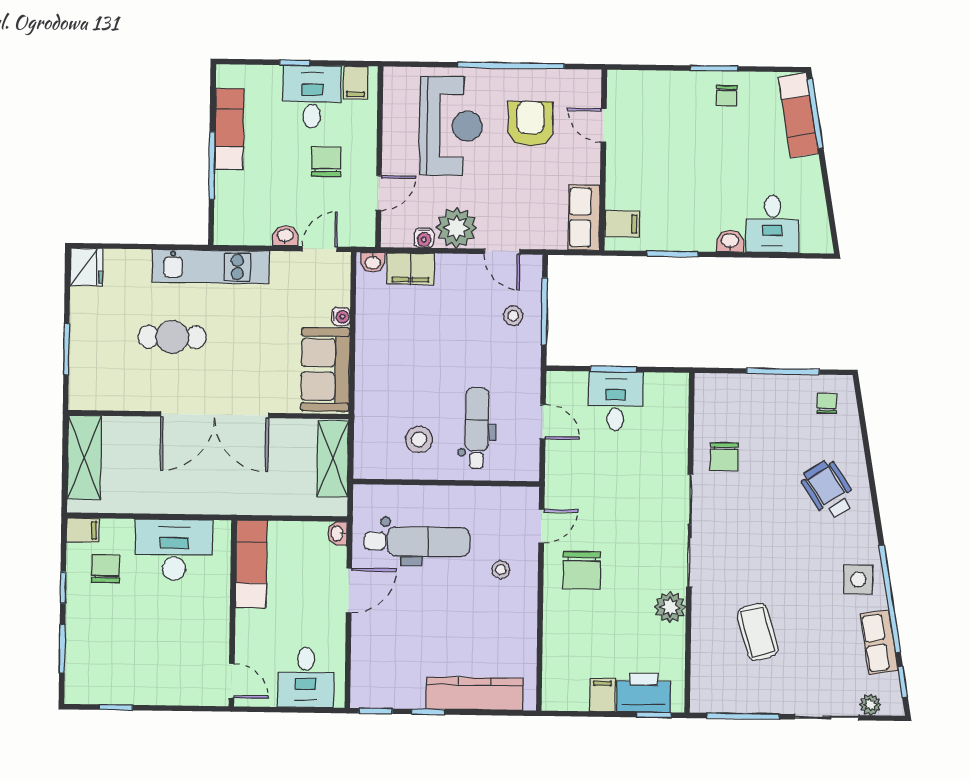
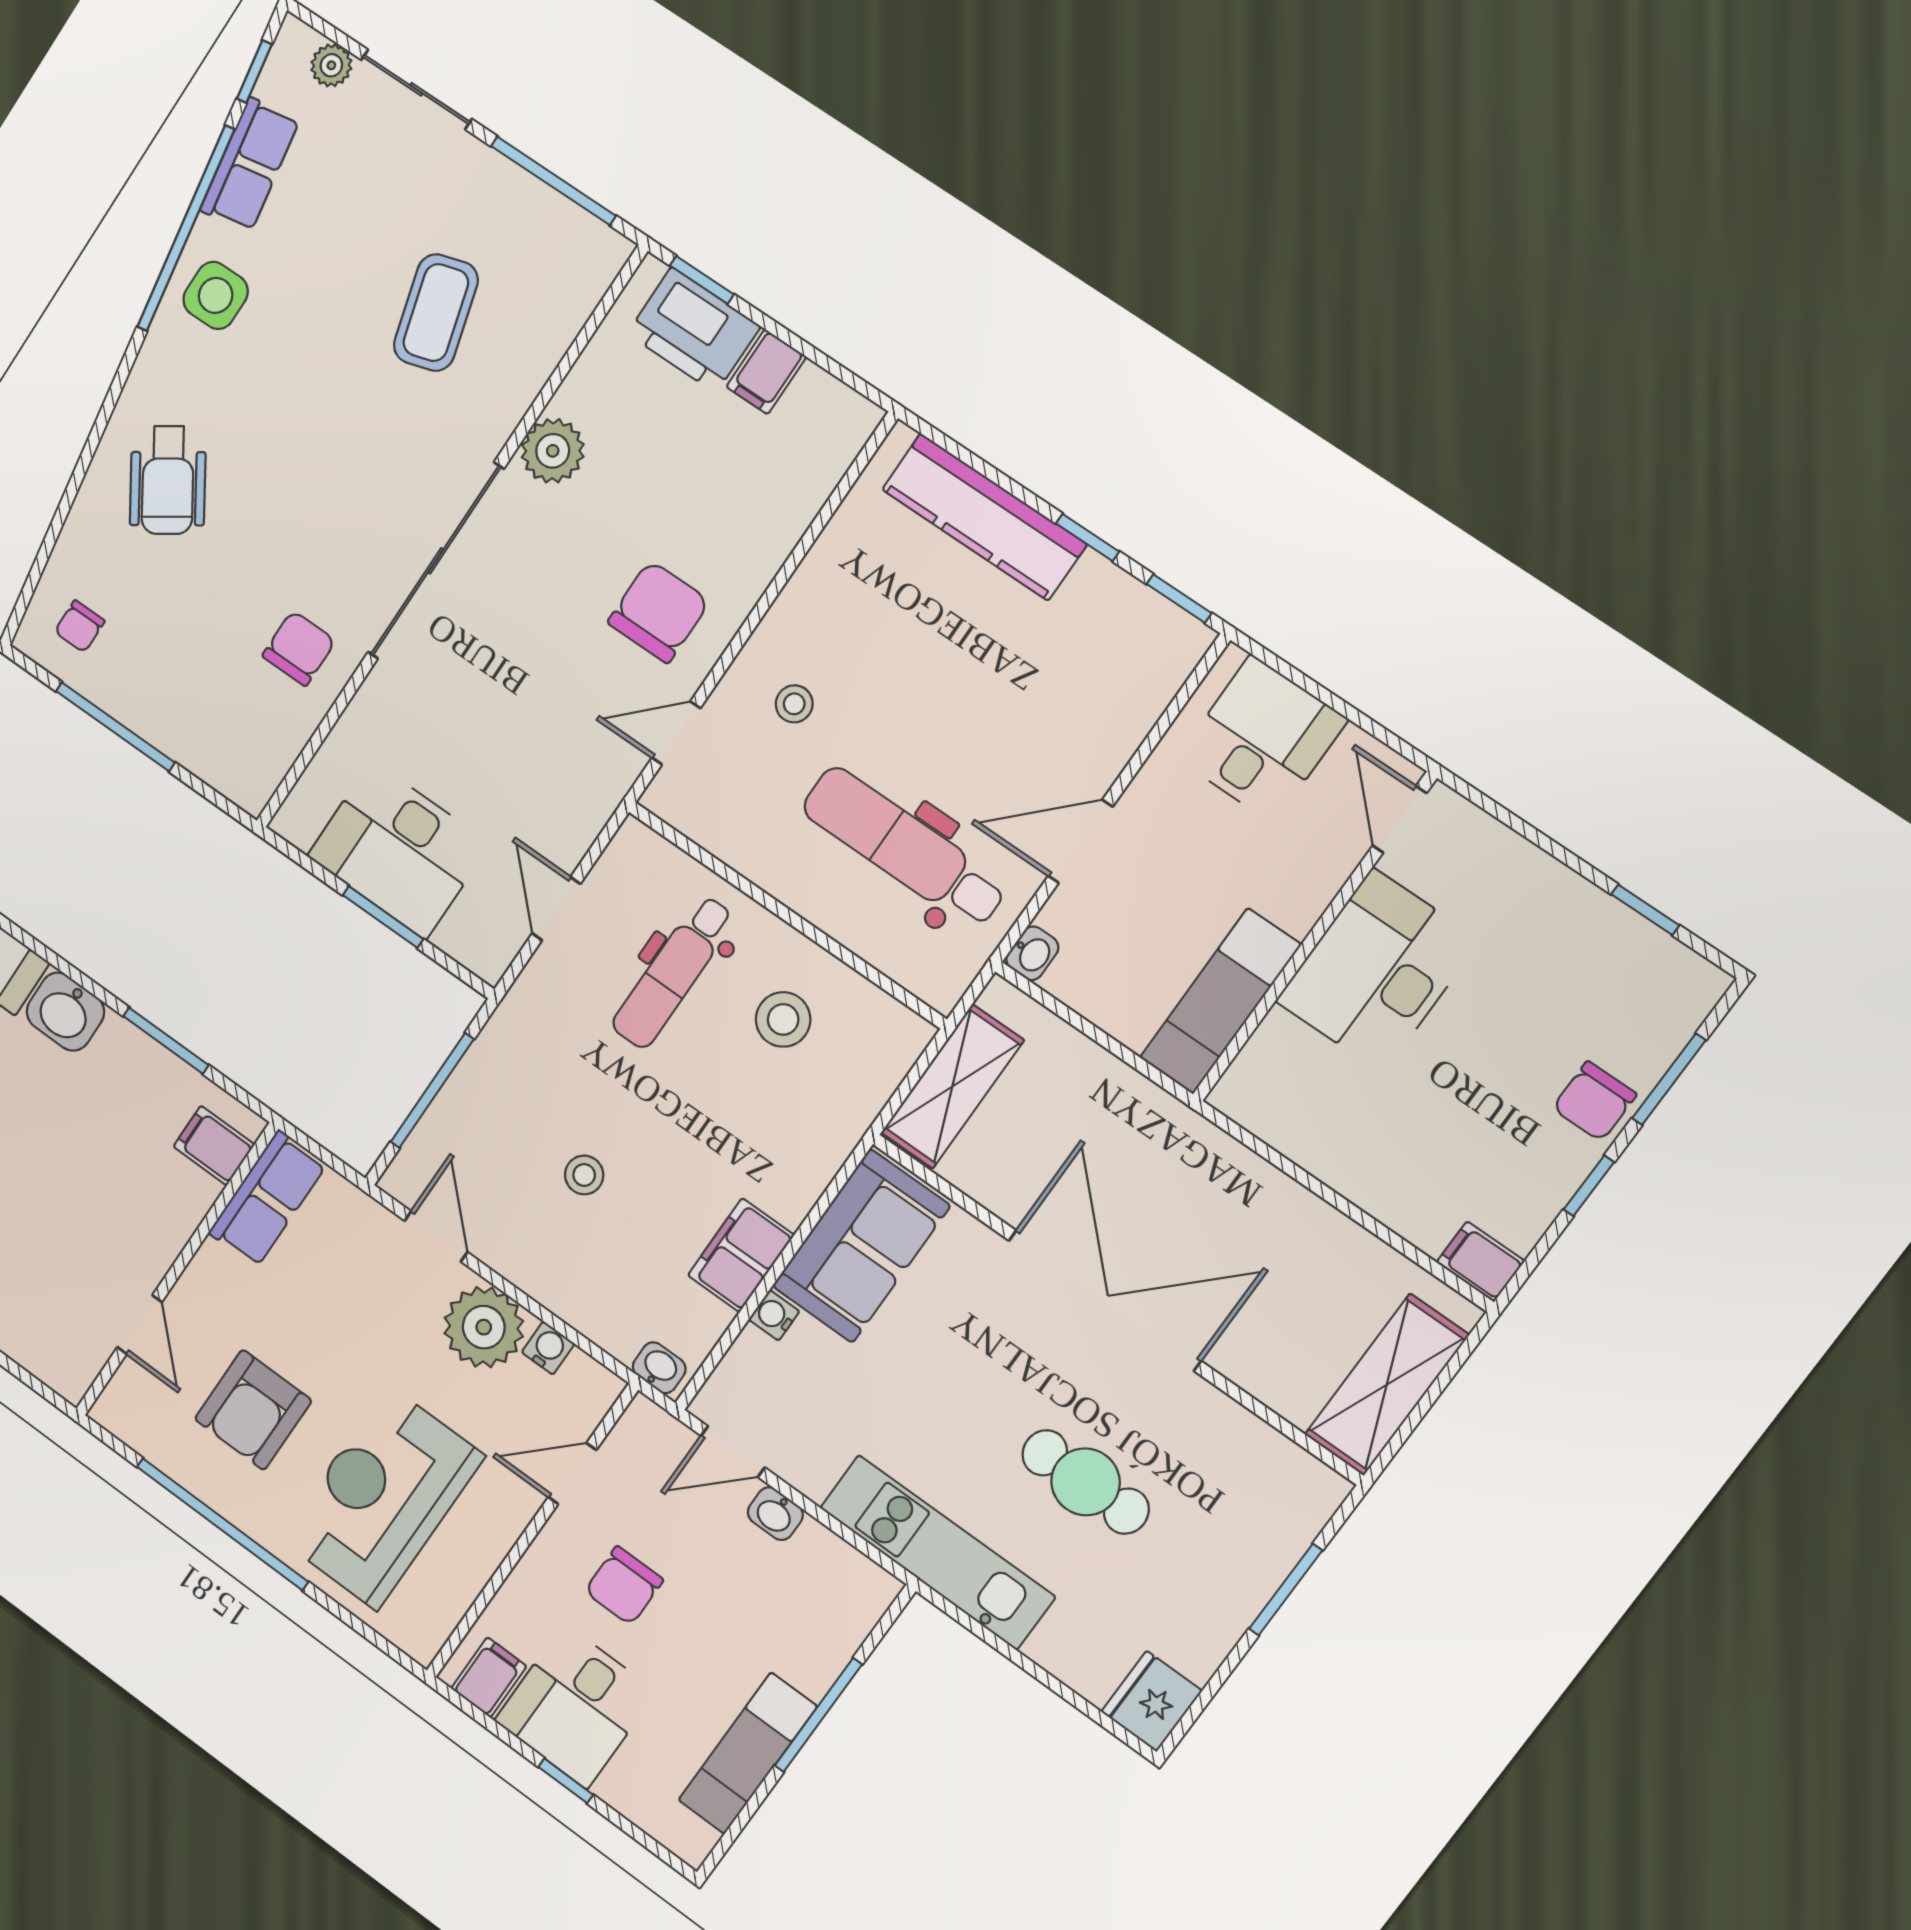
washbasin: (730, 241) -> (65, 1012), width x1.38, depth x1.45
filing cabinet: (411, 269) -> (741, 1255), moved, turned -90
stool: (513, 316) -> (584, 1175), moved
desk: (615, 401) -> (399, 850), width x1.37
desk: (174, 550) -> (1378, 971), moved, turned 90
chair: (106, 568) -> (1594, 1101), moved

